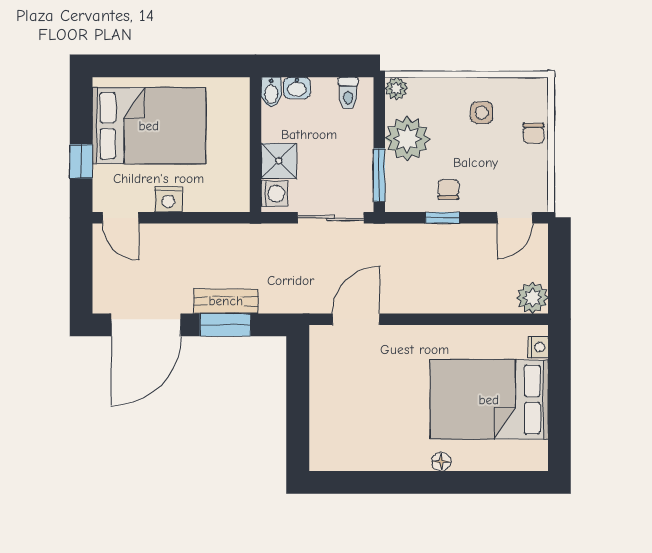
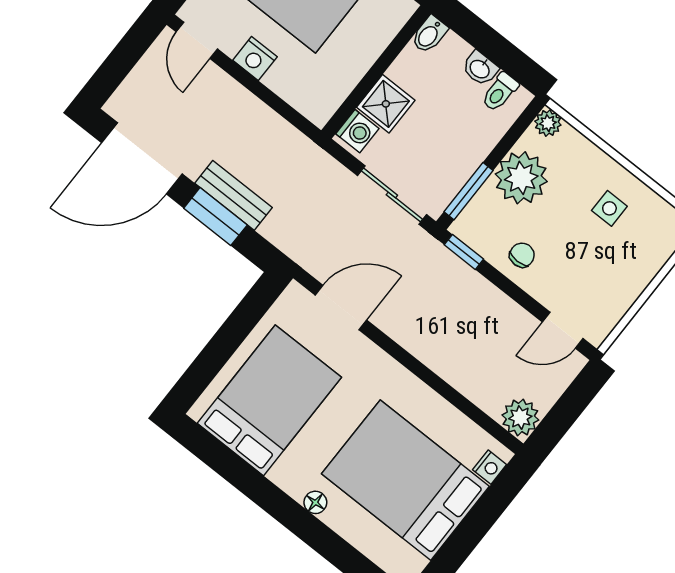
washbasin: (297, 88) -> (480, 69), moved
chair: (533, 133) -> (642, 266), removed
window: (443, 218) -> (464, 252), moved
bed: (357, 418) -> (269, 400), added

